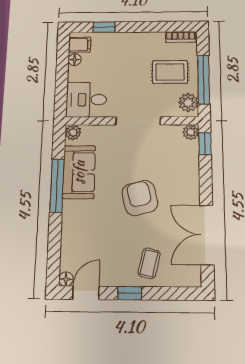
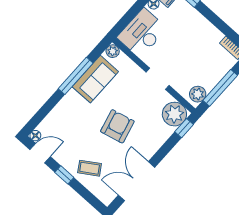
rug: (170, 72) -> (205, 65), removed
desk: (86, 100) -> (142, 33), width x1.37
doorway: (138, 121) -> (158, 79), width x0.73
plant: (191, 132) -> (174, 114), width x1.87, depth x1.87
coffee table: (149, 263) -> (90, 168), turned 44

